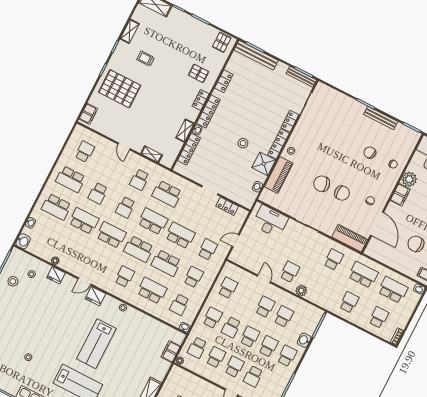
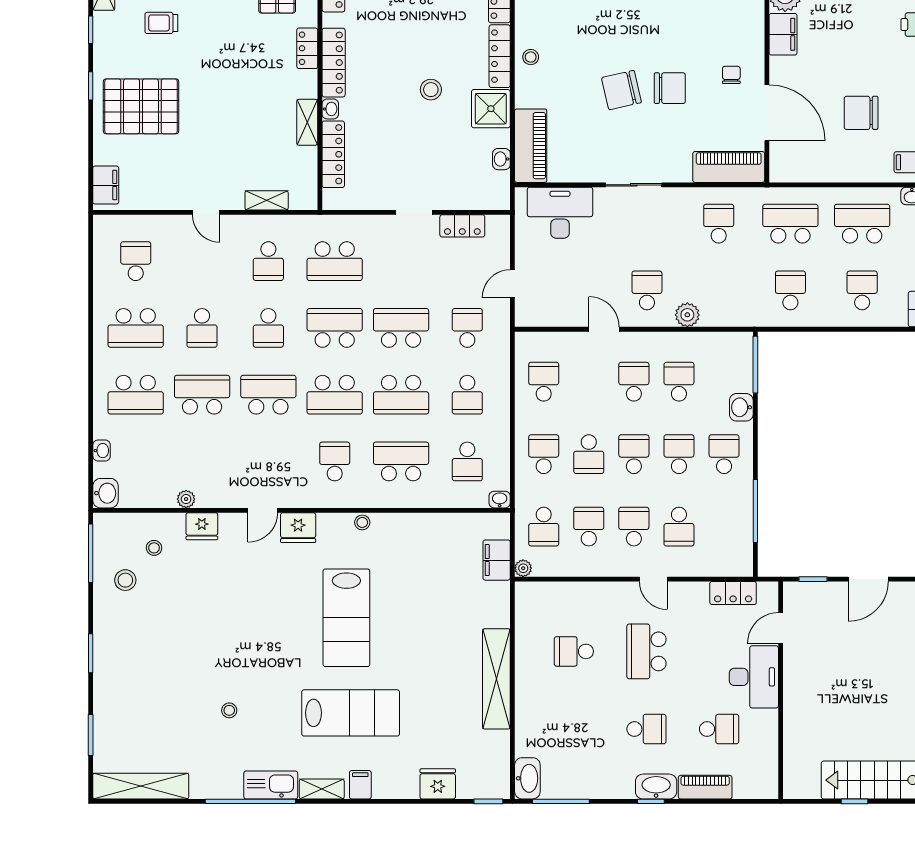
piano: (279, 175) -> (531, 146), moved
school desk: (193, 277) -> (467, 395), turned 180

